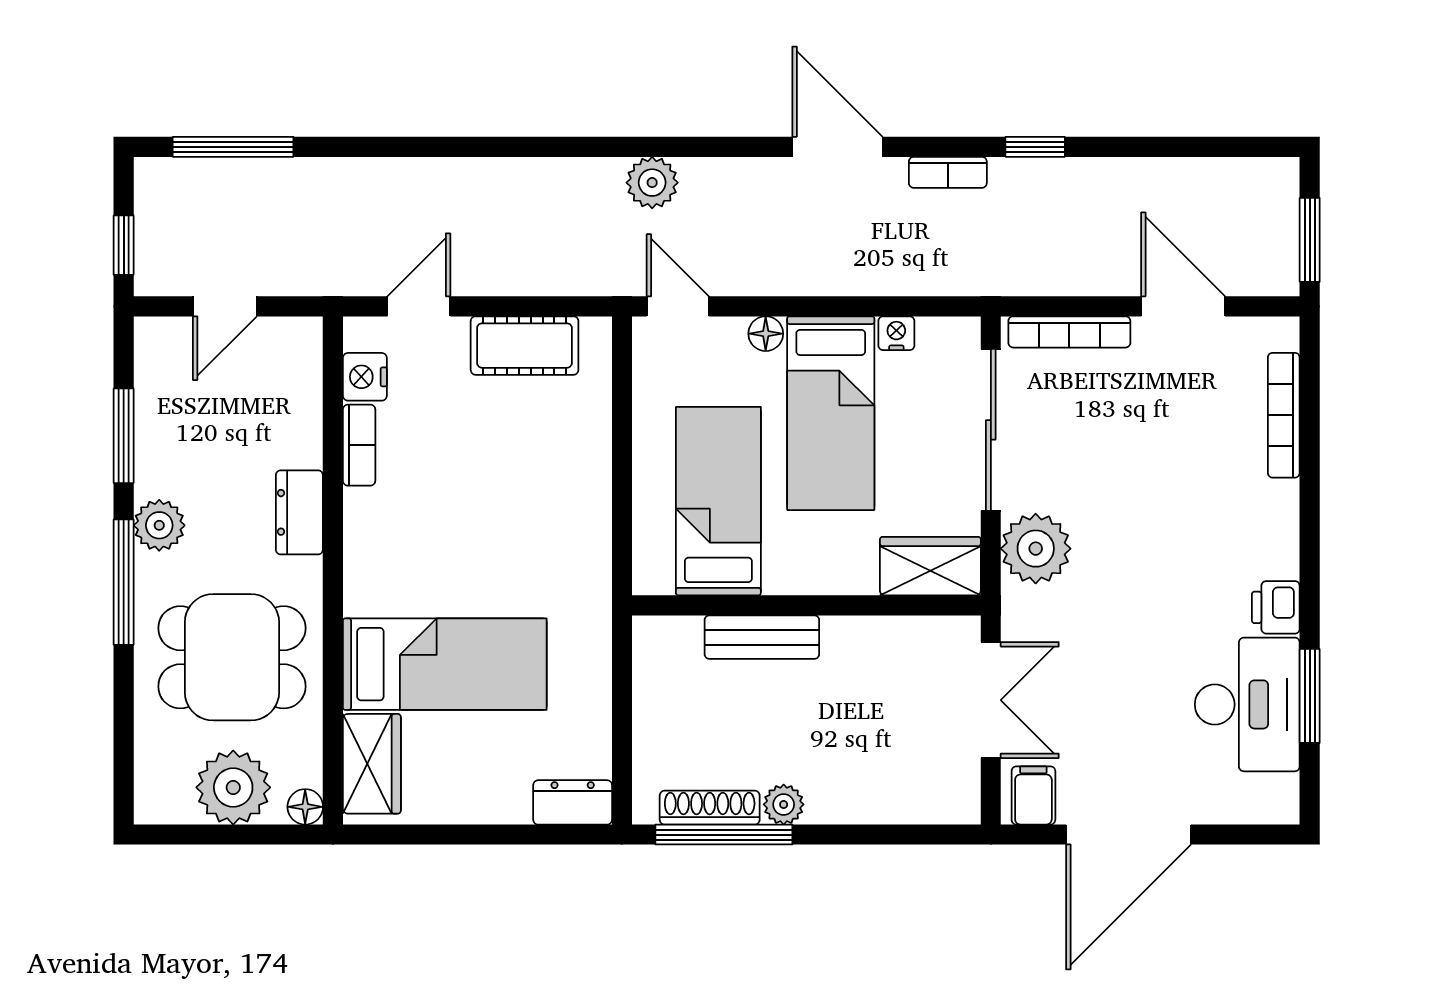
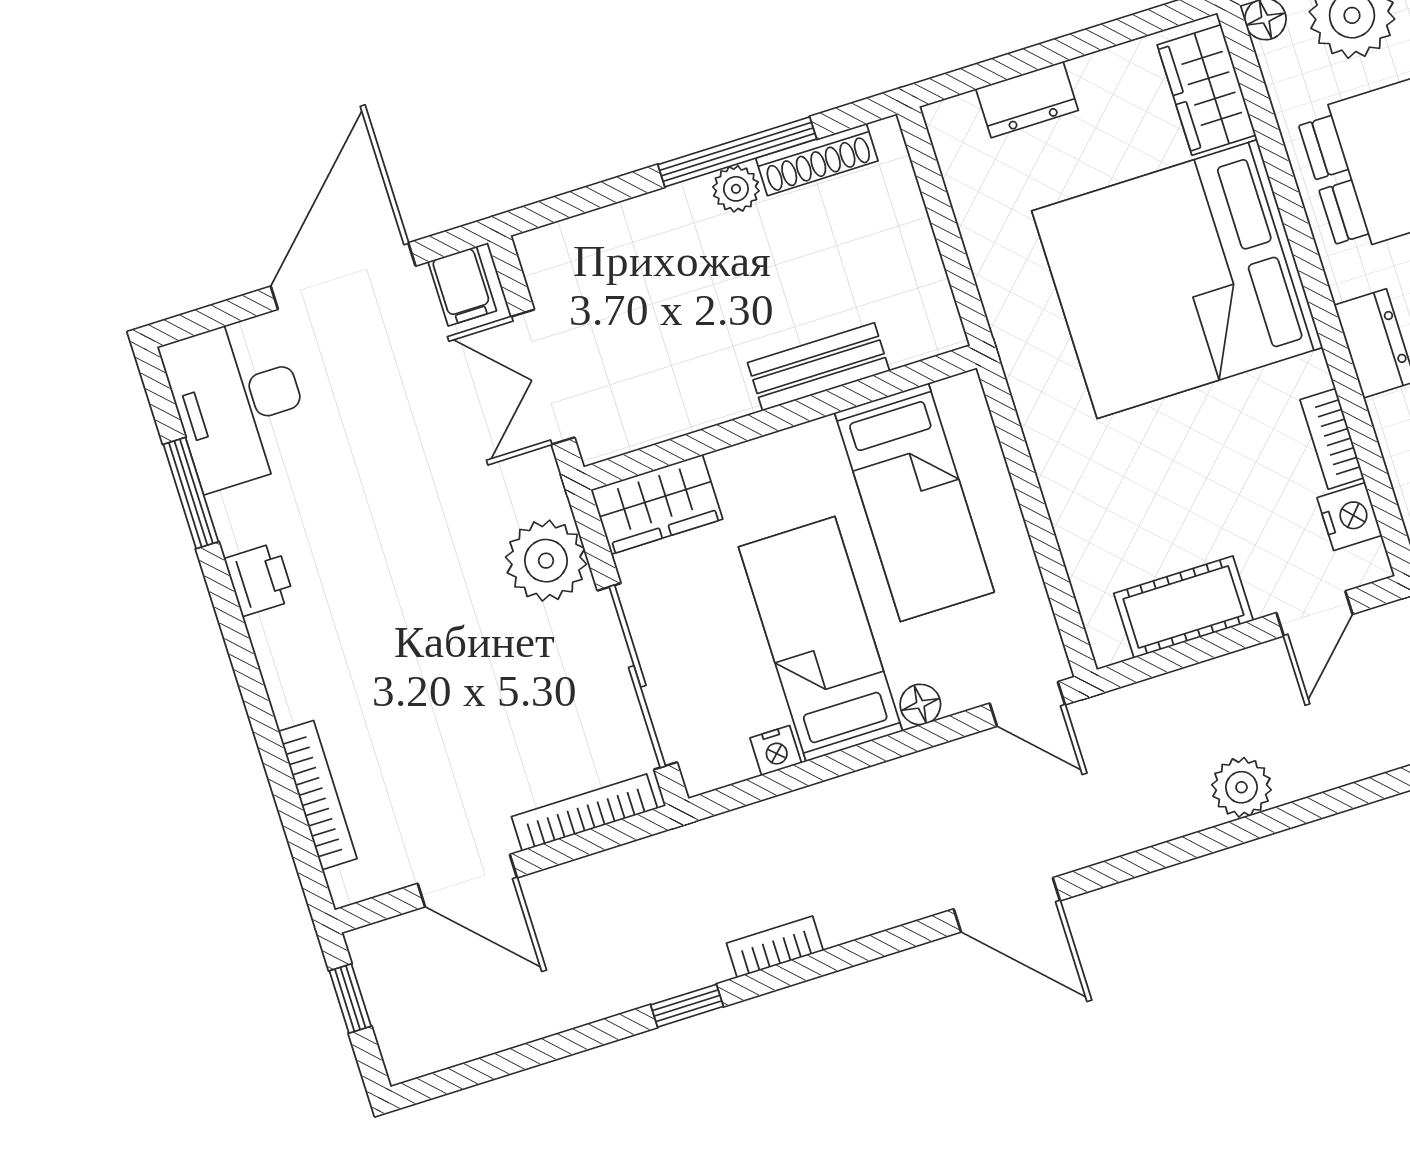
door: (837, 147) -> (1007, 905), moved
plant: (652, 183) -> (1241, 787), moved
window: (1310, 240) -> (350, 999), width x0.67
bed: (445, 664) -> (1177, 279), width x2.04
desk: (1247, 704) -> (238, 403), moved
dresser: (573, 802) -> (1027, 100), moved
window: (724, 835) -> (737, 152), moved

